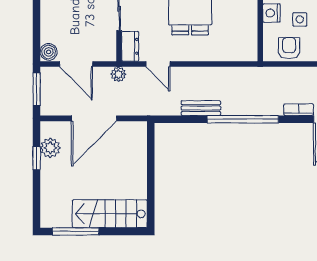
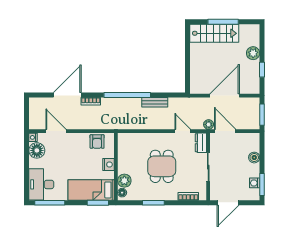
side table: (300, 19) -> (90, 160), removed
boiler: (49, 52) -> (254, 158), moved
door: (76, 64) -> (225, 131), moved
plant: (50, 148) -> (253, 53), moved
window: (76, 231) -> (223, 22), moved

